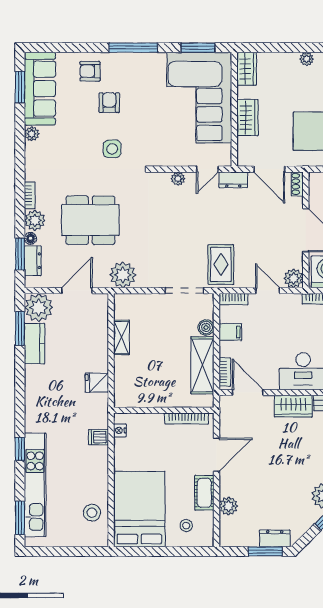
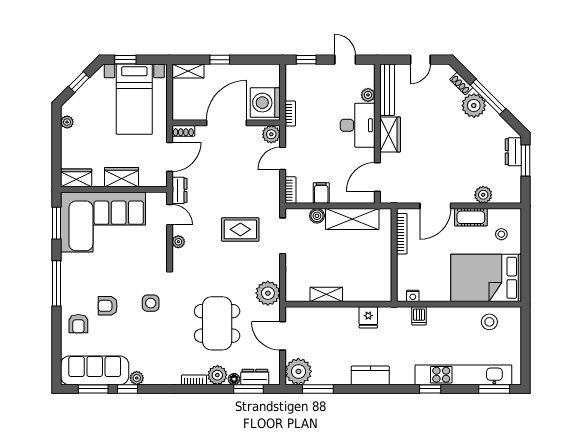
window: (20, 124) -> (127, 389), added
rug: (221, 264) -> (240, 229), moved
kitchen counter: (35, 344) -> (370, 375), moved
bookcase: (225, 372) -> (358, 198), removed
door: (216, 455) -> (435, 206), swing flipped

